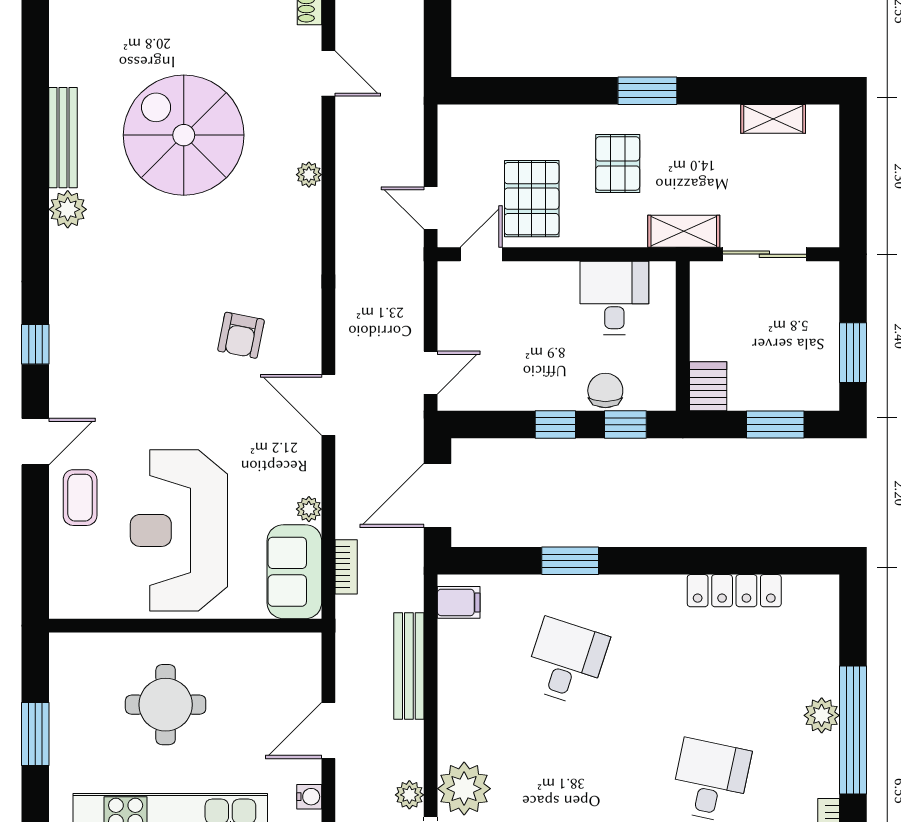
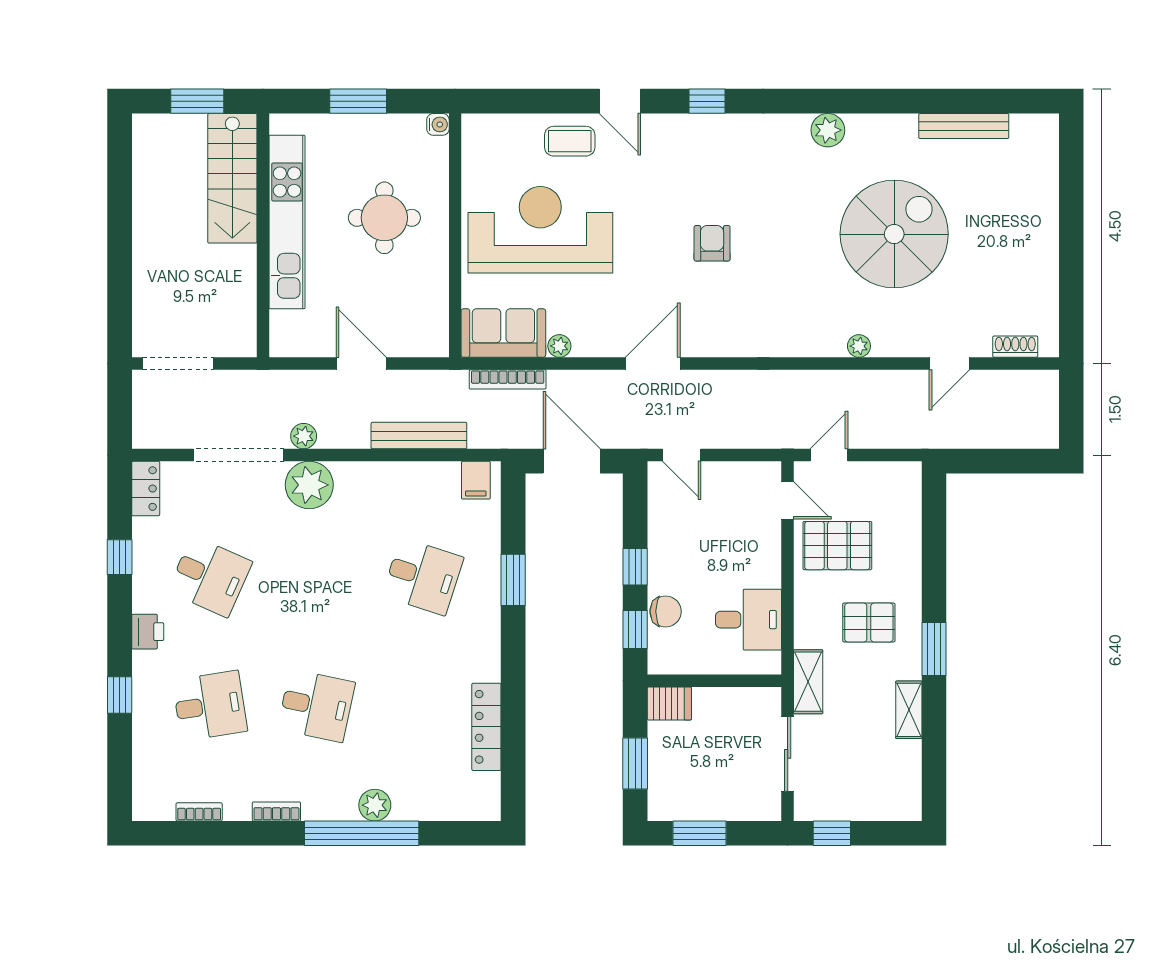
shelving: (773, 119) -> (909, 710), moved
bench: (63, 138) -> (964, 126), moved
window: (853, 205) -> (832, 833), added
armchair: (241, 335) -> (712, 243), moved, turned 79
bookcase: (346, 567) -> (508, 379), width x1.56
water cooler: (309, 797) -> (438, 124), moved, turned -90

